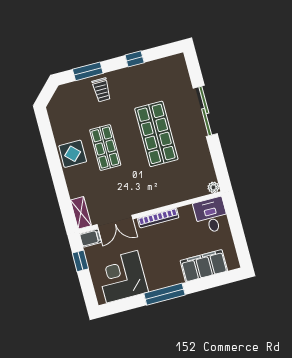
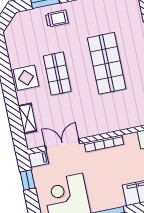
trolley: (102, 90) -> (57, 19), turned -90
shelving: (81, 213) -> (27, 118), moved
double door: (115, 222) -> (62, 145), swing flipped

